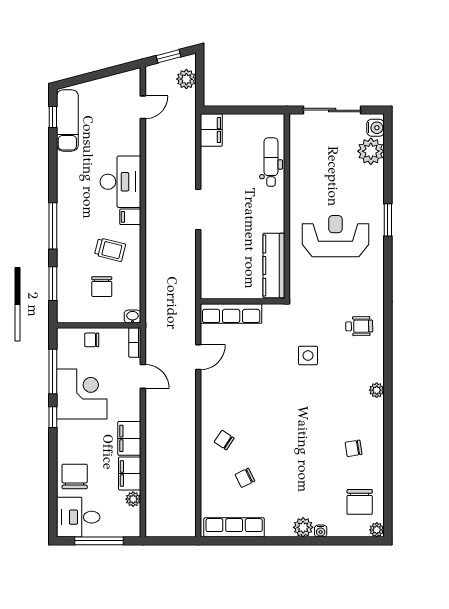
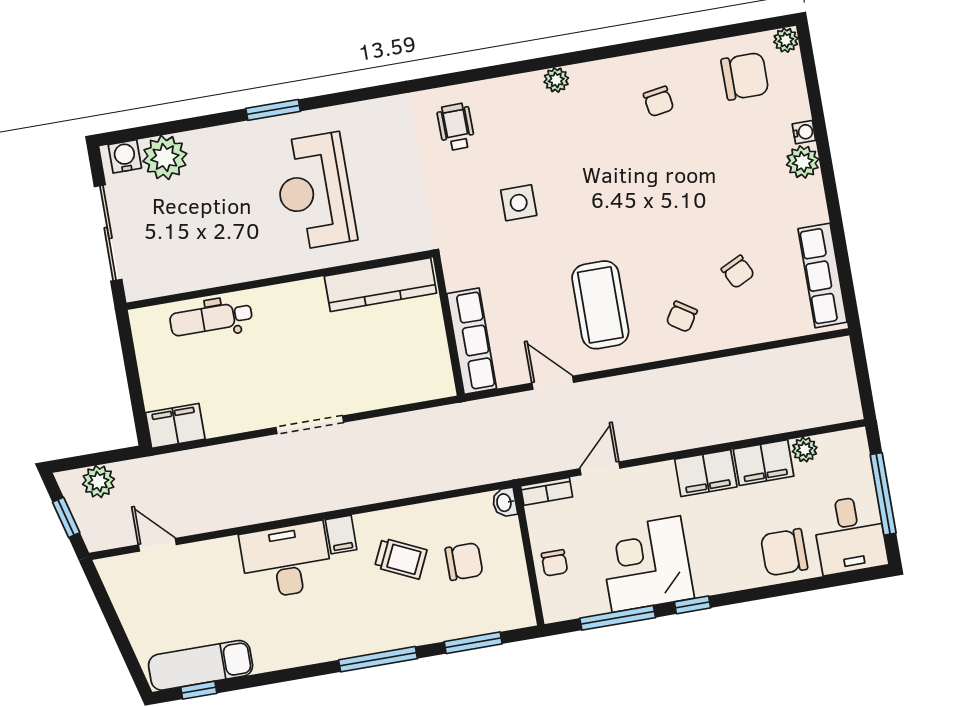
trolley: (110, 250) -> (401, 559), turned 101
coffee table: (239, 393) -> (600, 305), added

